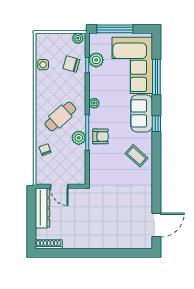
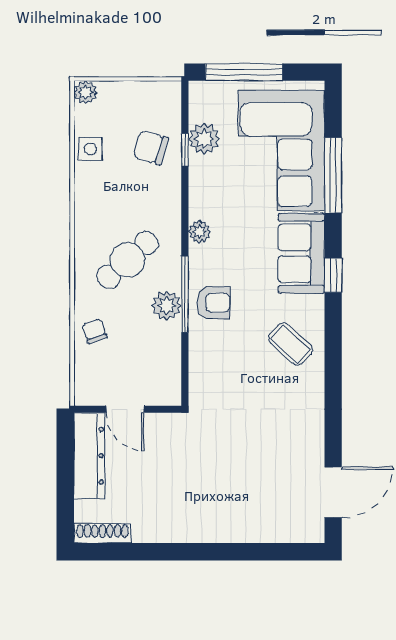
plant: (78, 38) -> (86, 92), moved

